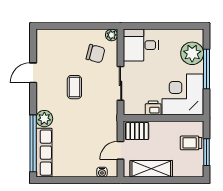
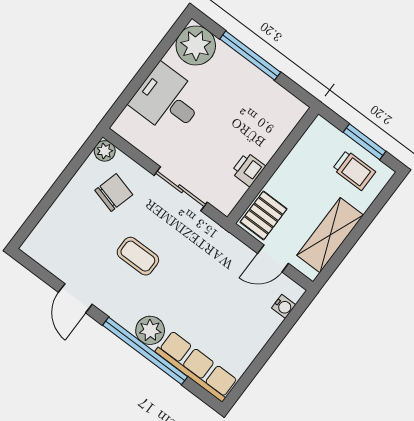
desk: (141, 45) -> (167, 100), moved, turned 90
plant: (192, 53) -> (196, 46), moved
corner desk: (183, 94) -> (260, 115), removed
window: (33, 143) -> (145, 351), moved
trolley: (191, 143) -> (354, 170), moved, turned -90
door: (121, 150) -> (273, 258), hinge flipped

